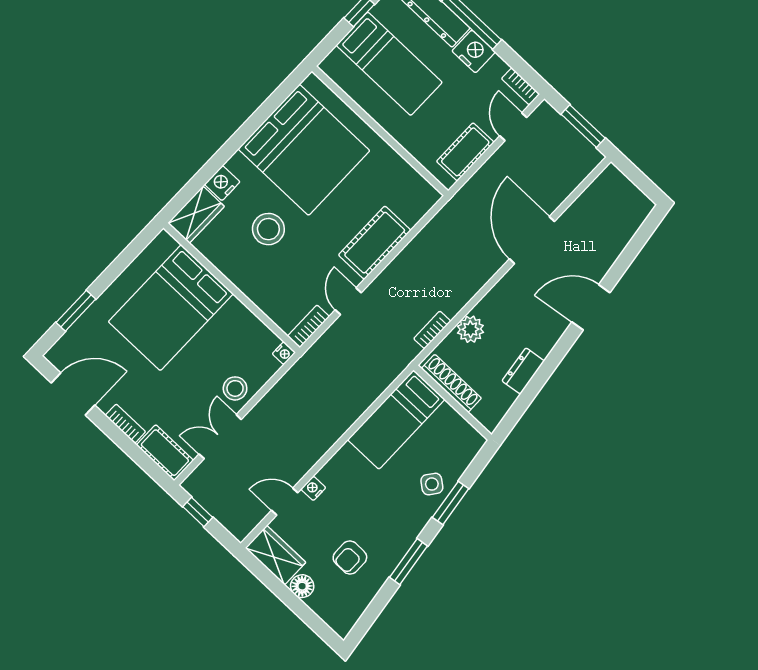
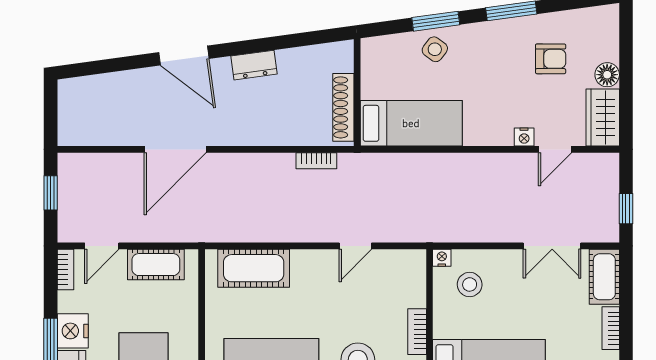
window: (583, 126) -> (51, 193), width x0.67
cot: (375, 243) -> (254, 268), moved
bookcase: (308, 326) -> (417, 332), moved, turned 90
plant: (470, 329) -> (288, 132), removed
dresser: (523, 371) -> (254, 65), moved
stool: (235, 388) -> (470, 284), moved
door: (285, 502) -> (555, 149), hinge flipped

